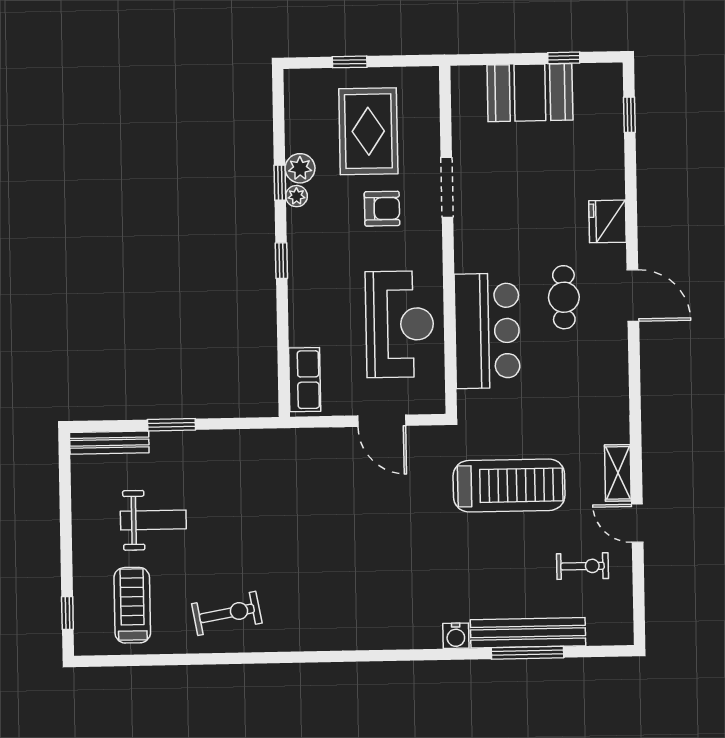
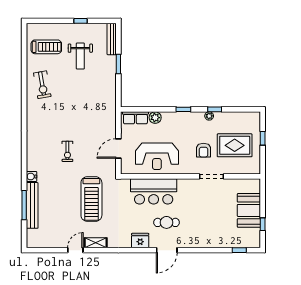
plant: (300, 168) -> (155, 118), moved
fridge: (608, 221) -> (140, 241), moved
exercise bike: (582, 566) -> (67, 151), moved
window: (67, 613) -> (81, 21), moved

